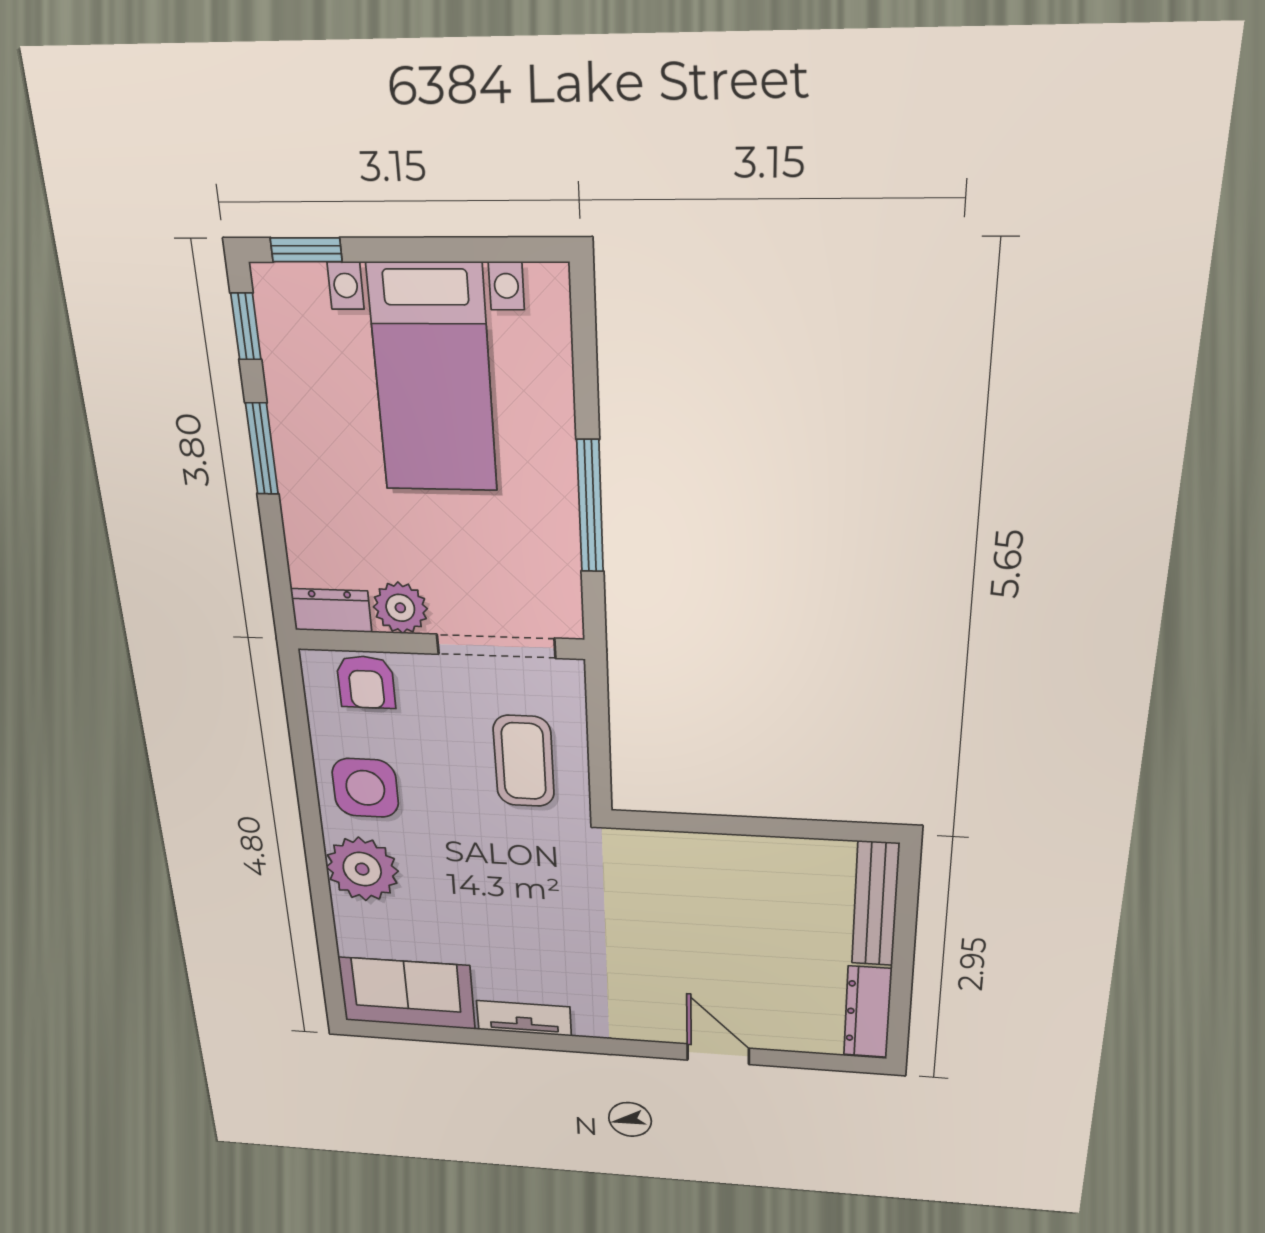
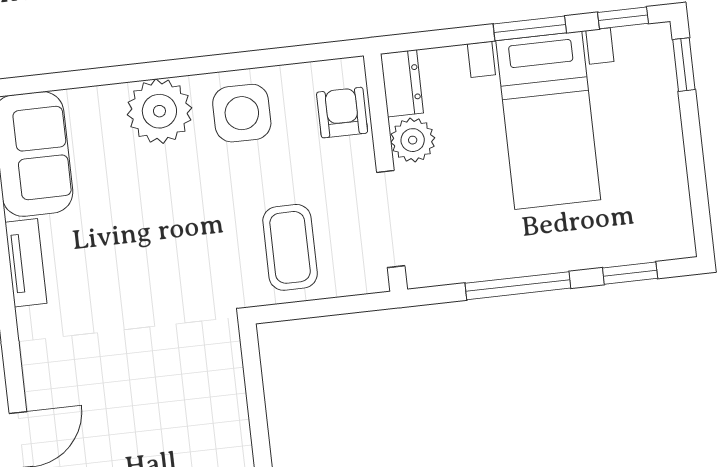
window: (585, 358) -> (630, 273), added
bed with nightstands: (433, 379) -> (548, 120), moved, turned -90
armchair: (366, 682) -> (342, 113), turned 90
coffee table: (524, 761) -> (290, 247), turned 90

